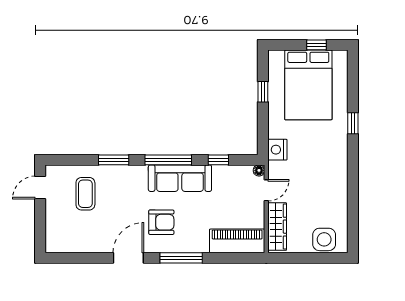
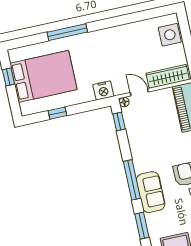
window: (353, 123) -> (67, 32), width x2.17
window: (218, 160) -> (119, 121), moved
sofa: (180, 178) -> (151, 192), moved, width x0.73

